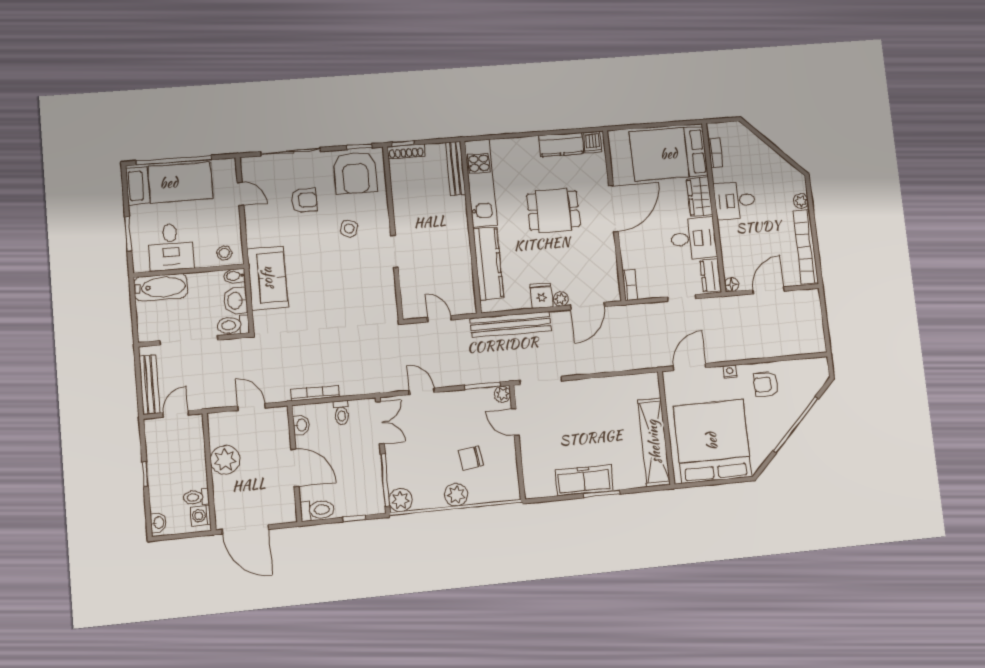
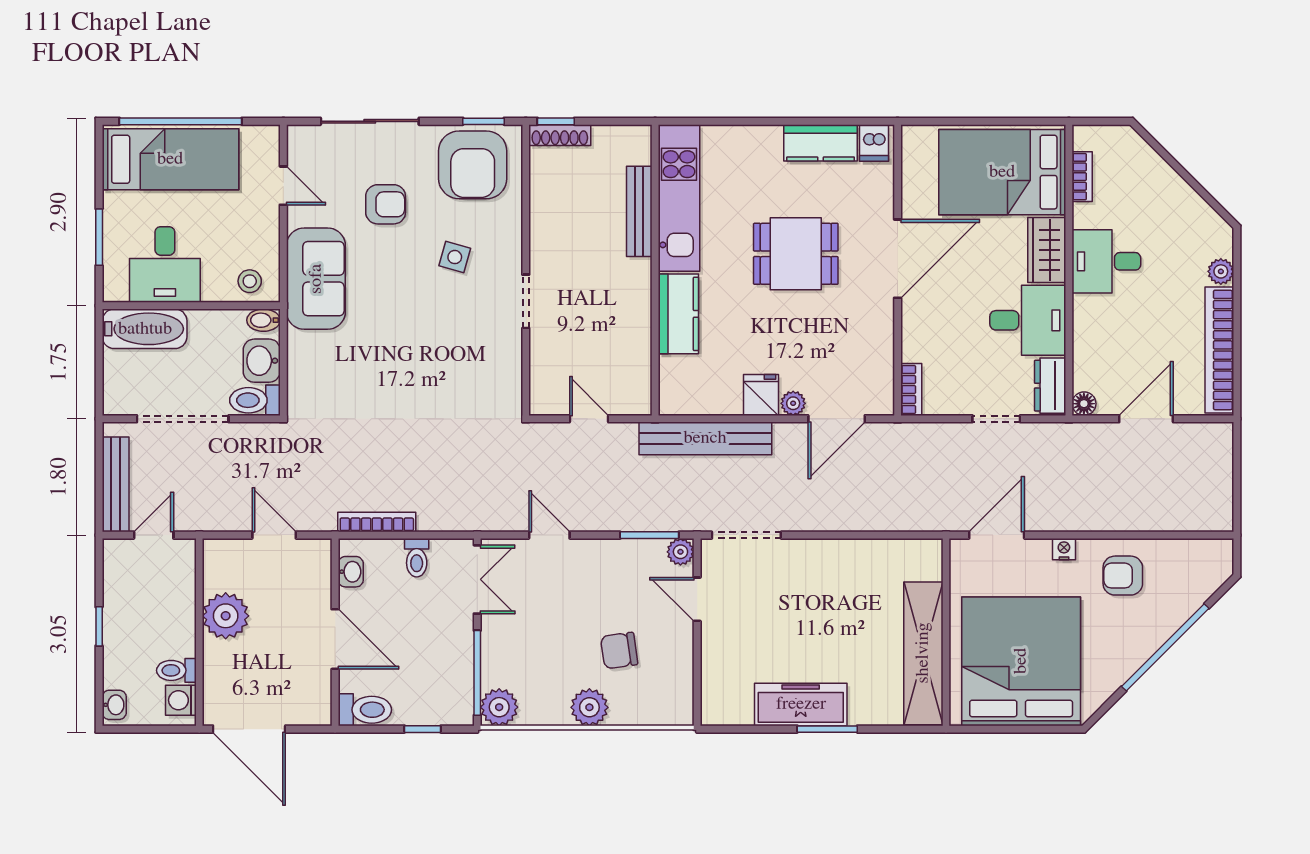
bench: (455, 168) -> (639, 211), moved
kitchen counter: (488, 263) -> (678, 314), width x0.67
sofa: (267, 278) -> (316, 279), moved

